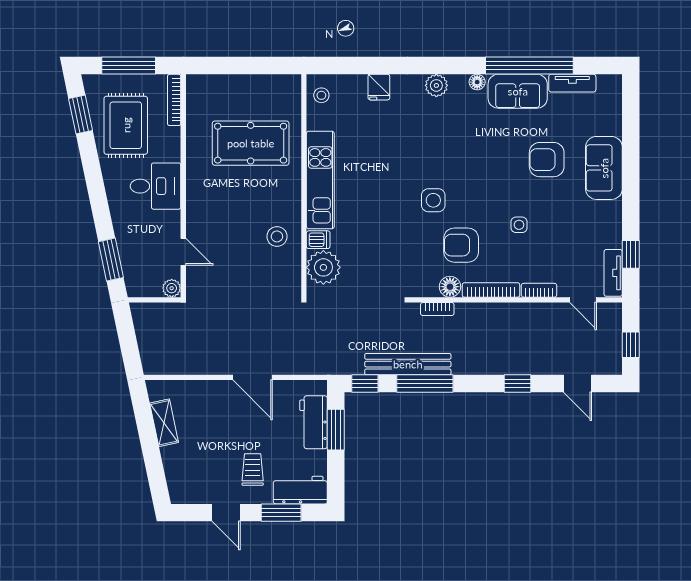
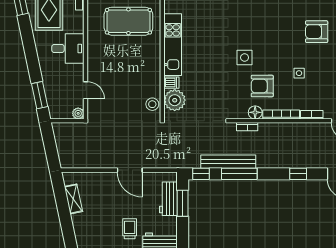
stool: (277, 236) -> (152, 104), moved

